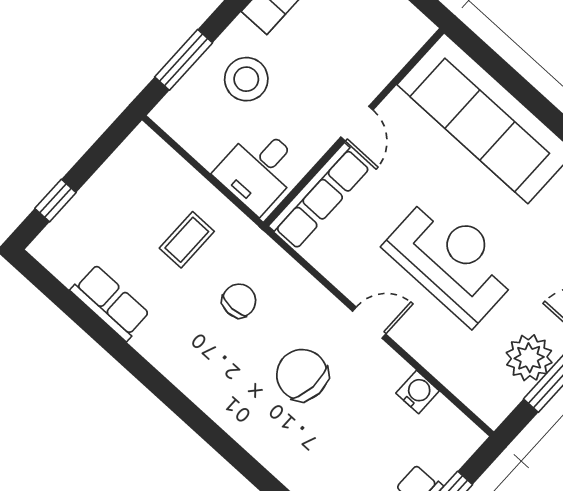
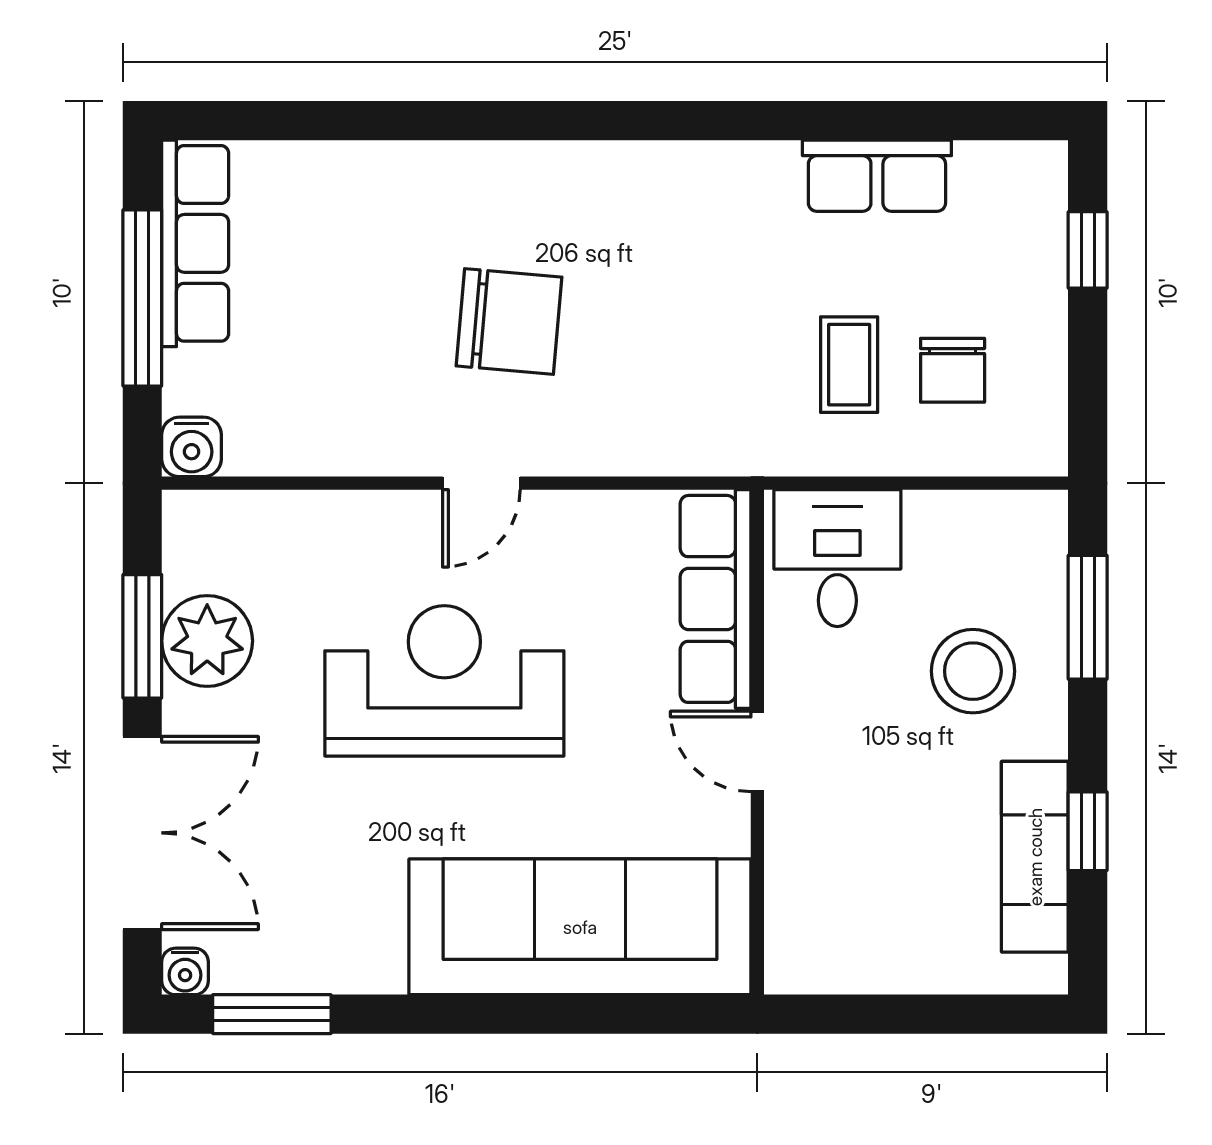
reception desk: (452, 260) -> (444, 681), turned 180
chair: (239, 301) -> (953, 370), moved
water cooler: (418, 392) -> (192, 447), moved

